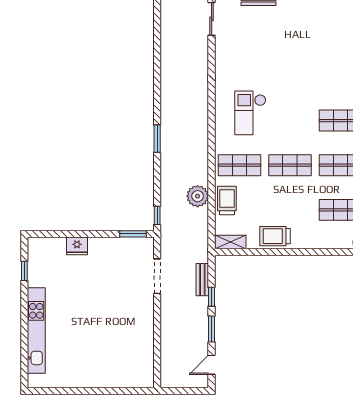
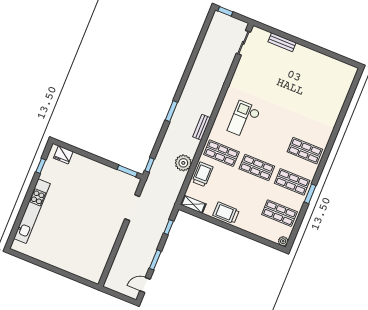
fridge: (77, 246) -> (63, 155), moved
bench: (202, 280) -> (202, 127), moved
window: (212, 297) -> (169, 227), moved

